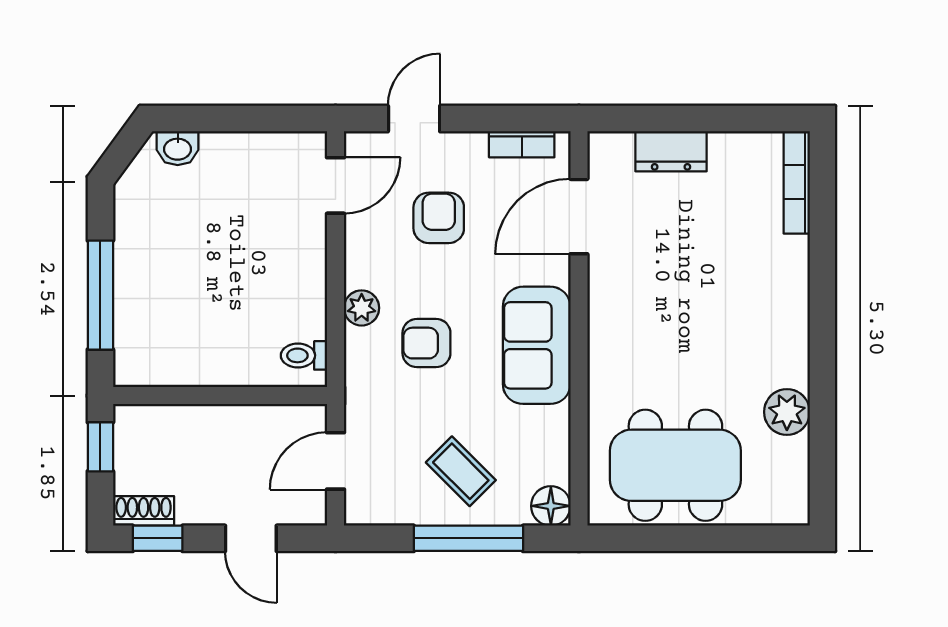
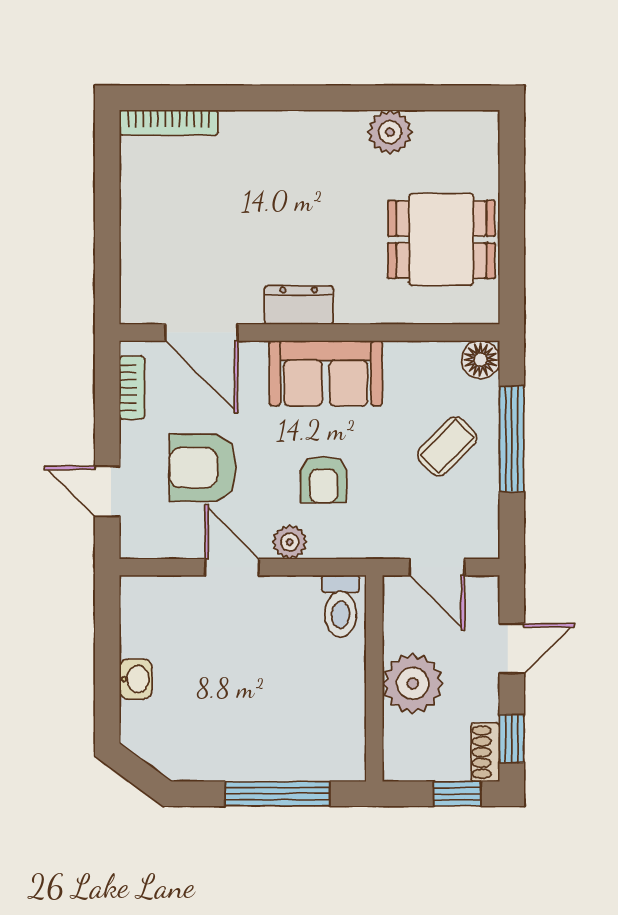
washbasin: (178, 148) -> (136, 679), moved
dresser: (671, 151) -> (299, 305), moved, turned -90
door: (336, 185) -> (232, 567), moved
armchair: (439, 218) -> (203, 468), width x1.38, depth x1.38
toilet: (304, 355) -> (341, 606), width x1.37, depth x1.39
plant: (215, 436) -> (413, 684), added
window: (100, 447) -> (457, 794), moved
dining table: (675, 465) -> (441, 239), width x0.73

